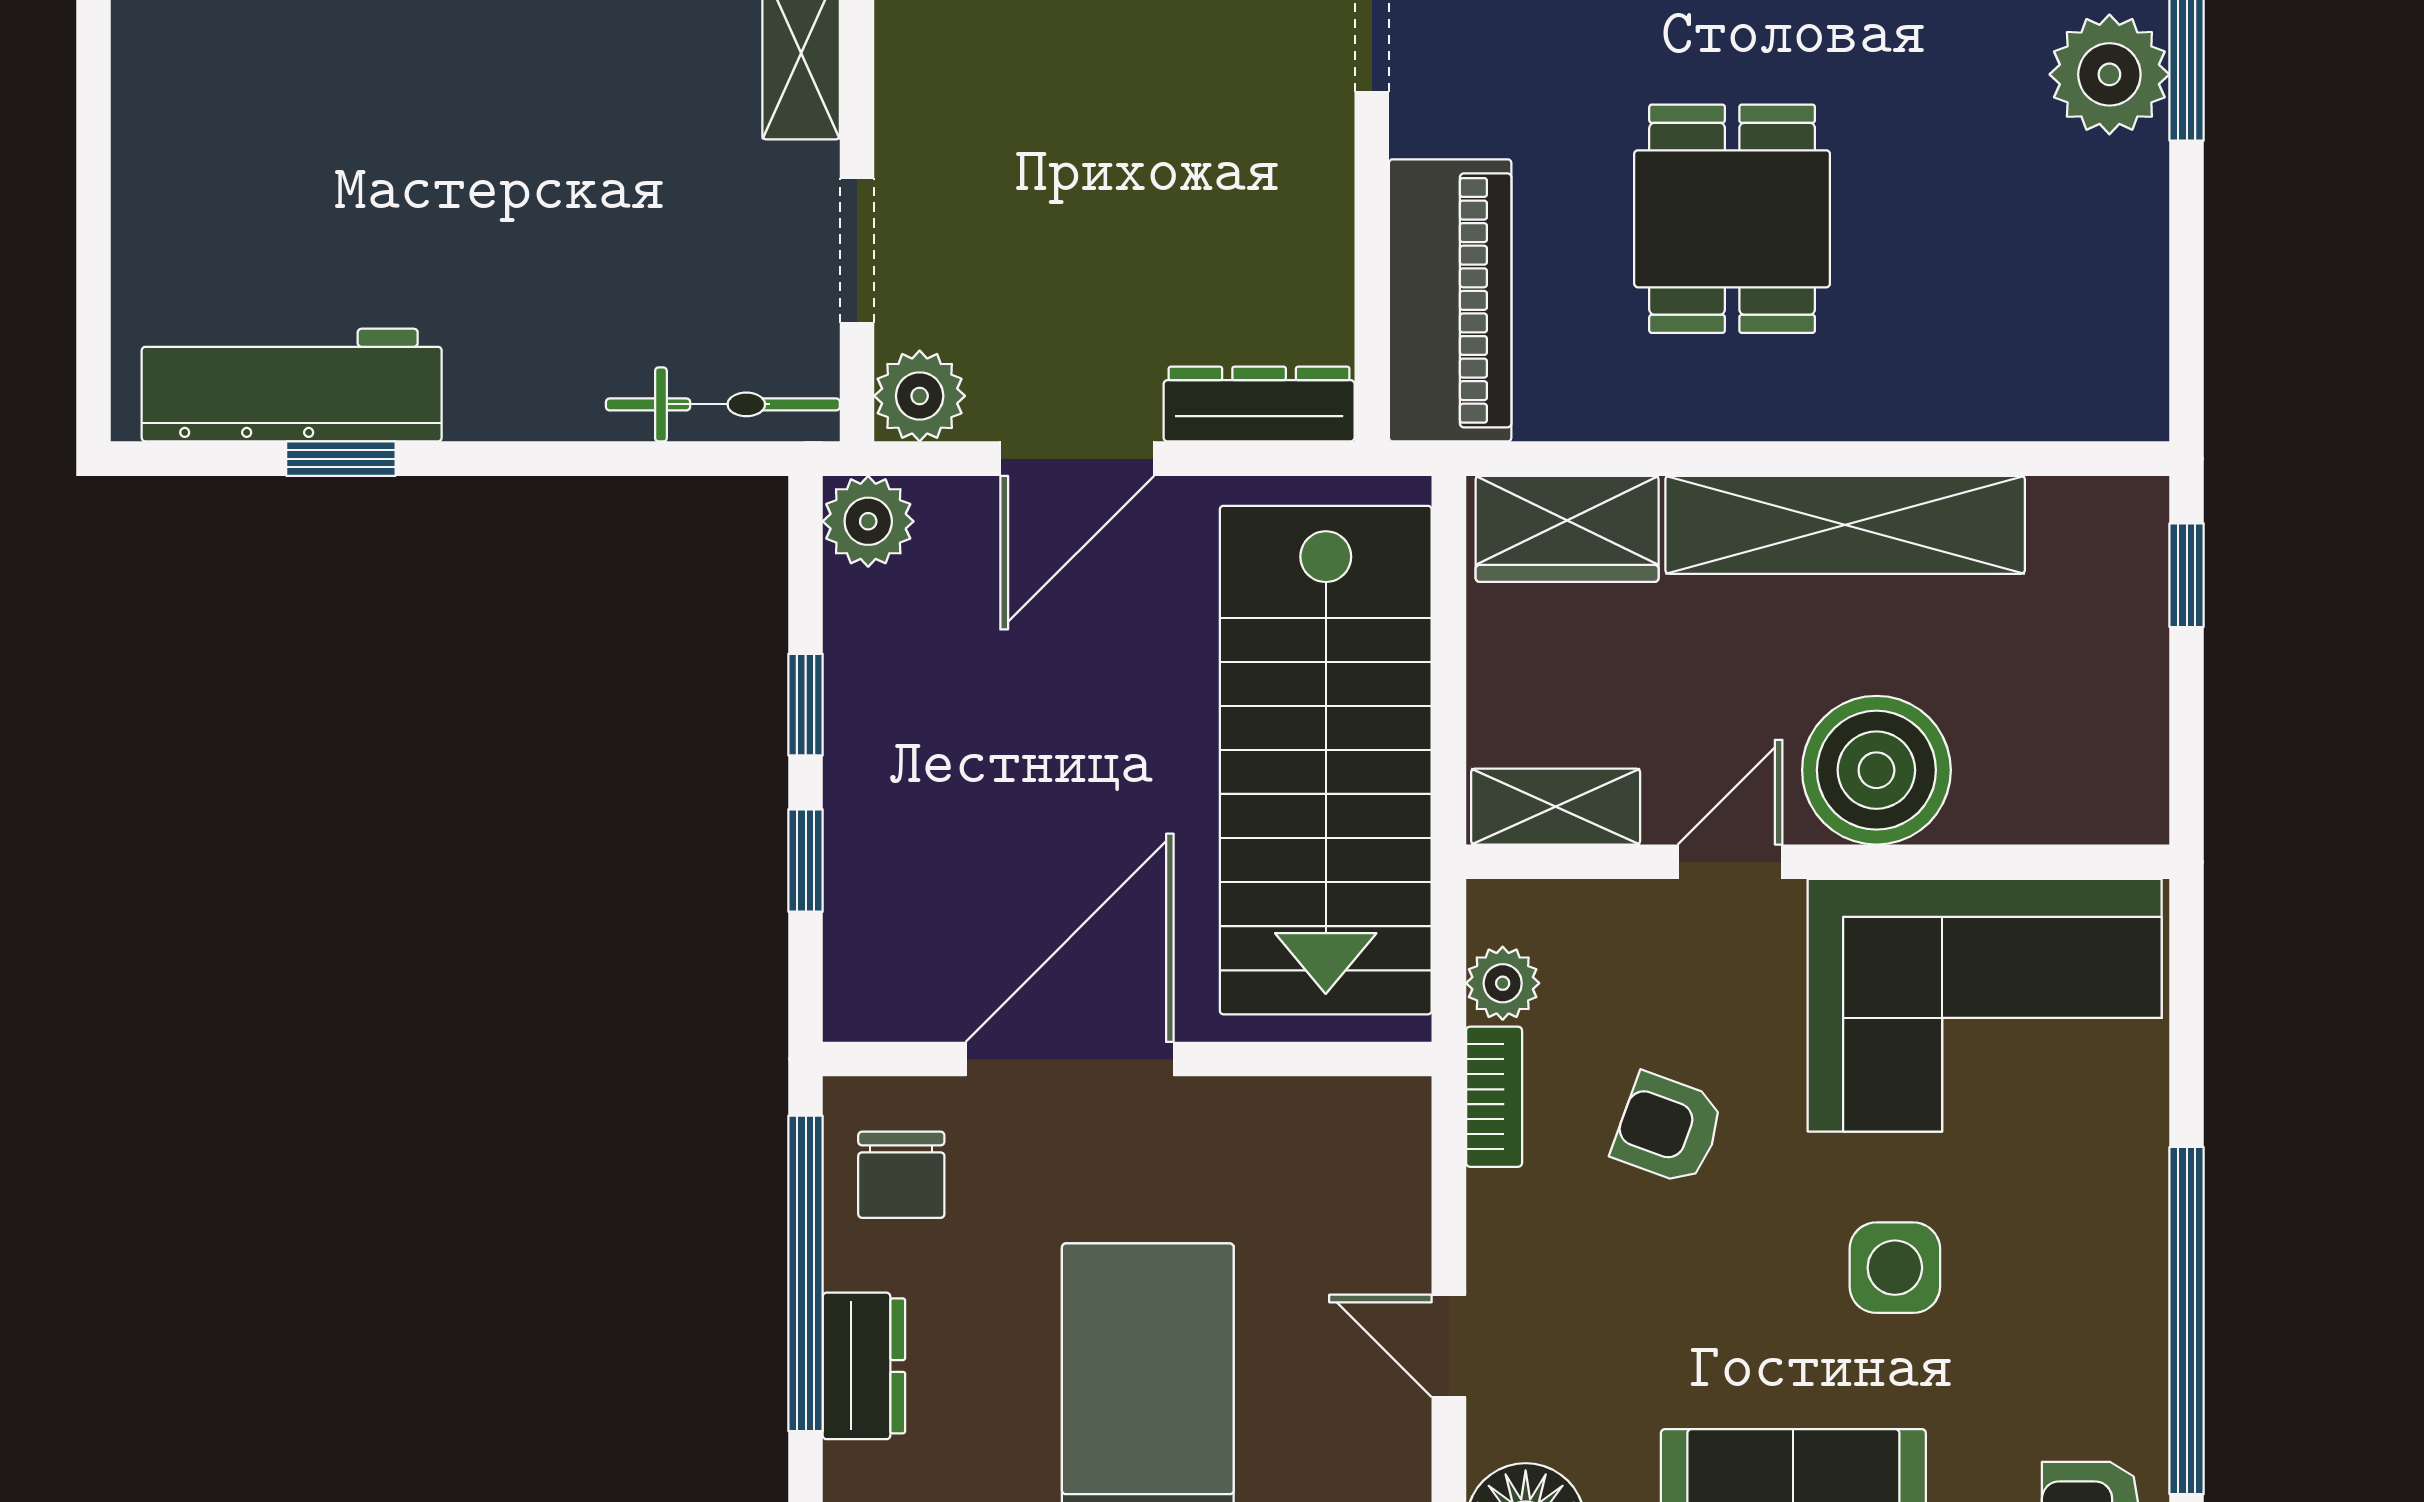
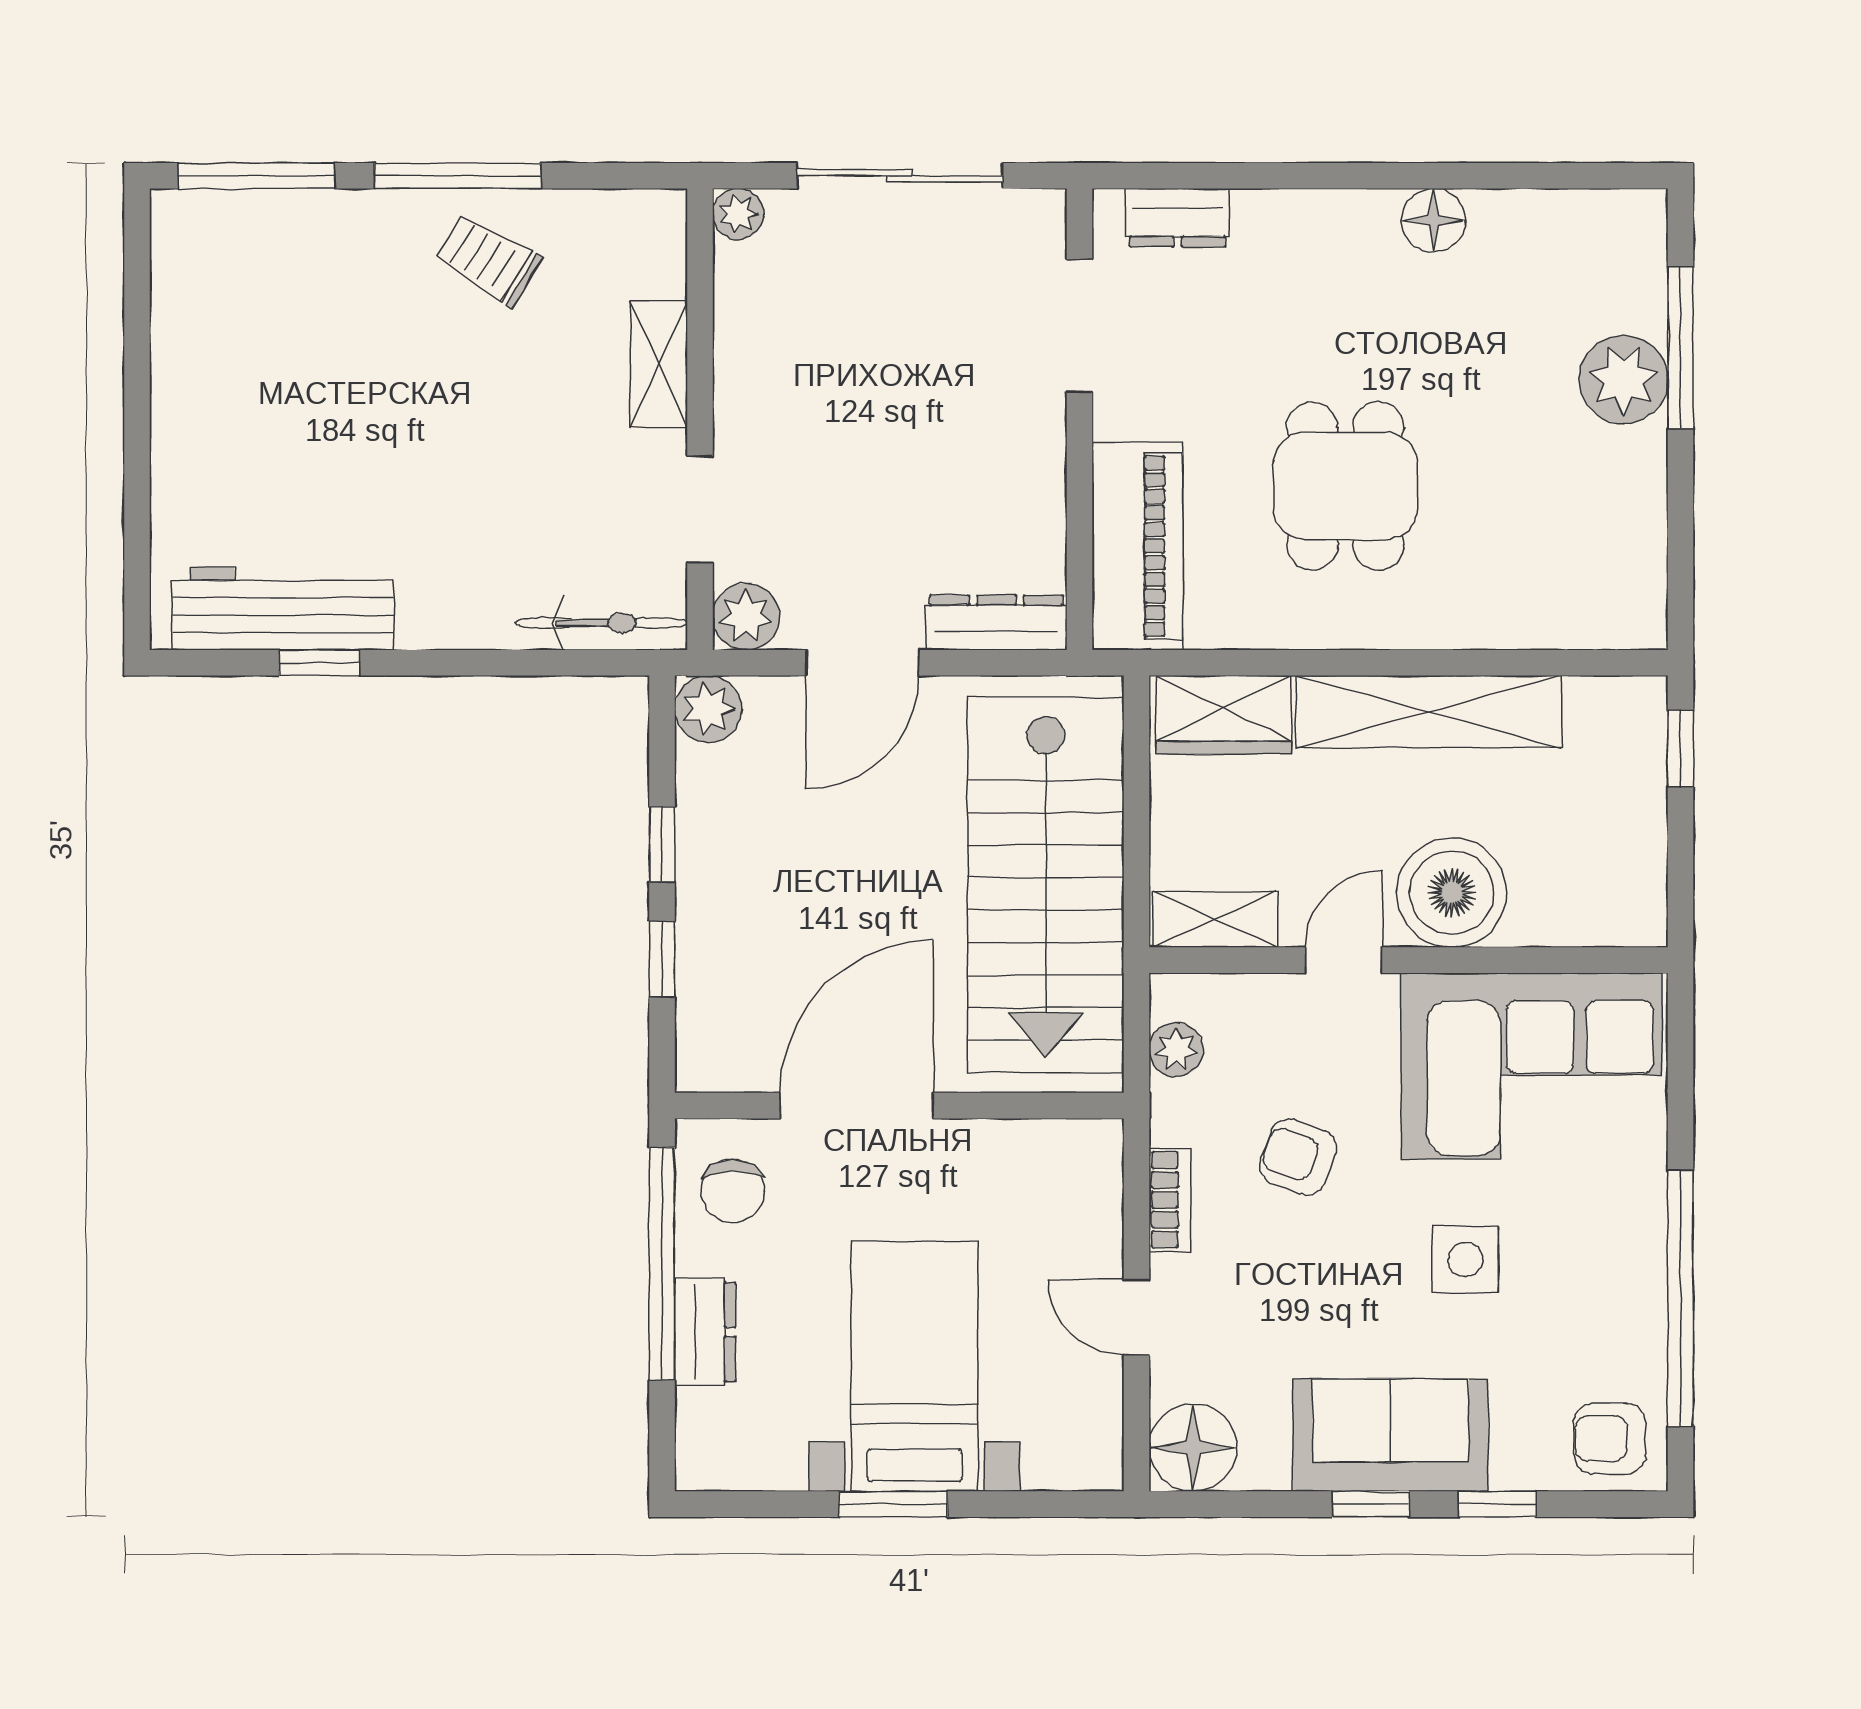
bookcase: (1494, 1097) -> (1170, 1200), moved

